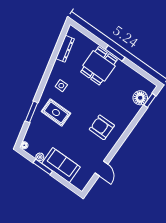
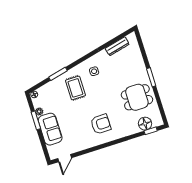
dining table: (99, 66) -> (137, 97), moved
armchair: (102, 127) -> (101, 124), turned 90
door: (101, 168) -> (65, 158), moved

